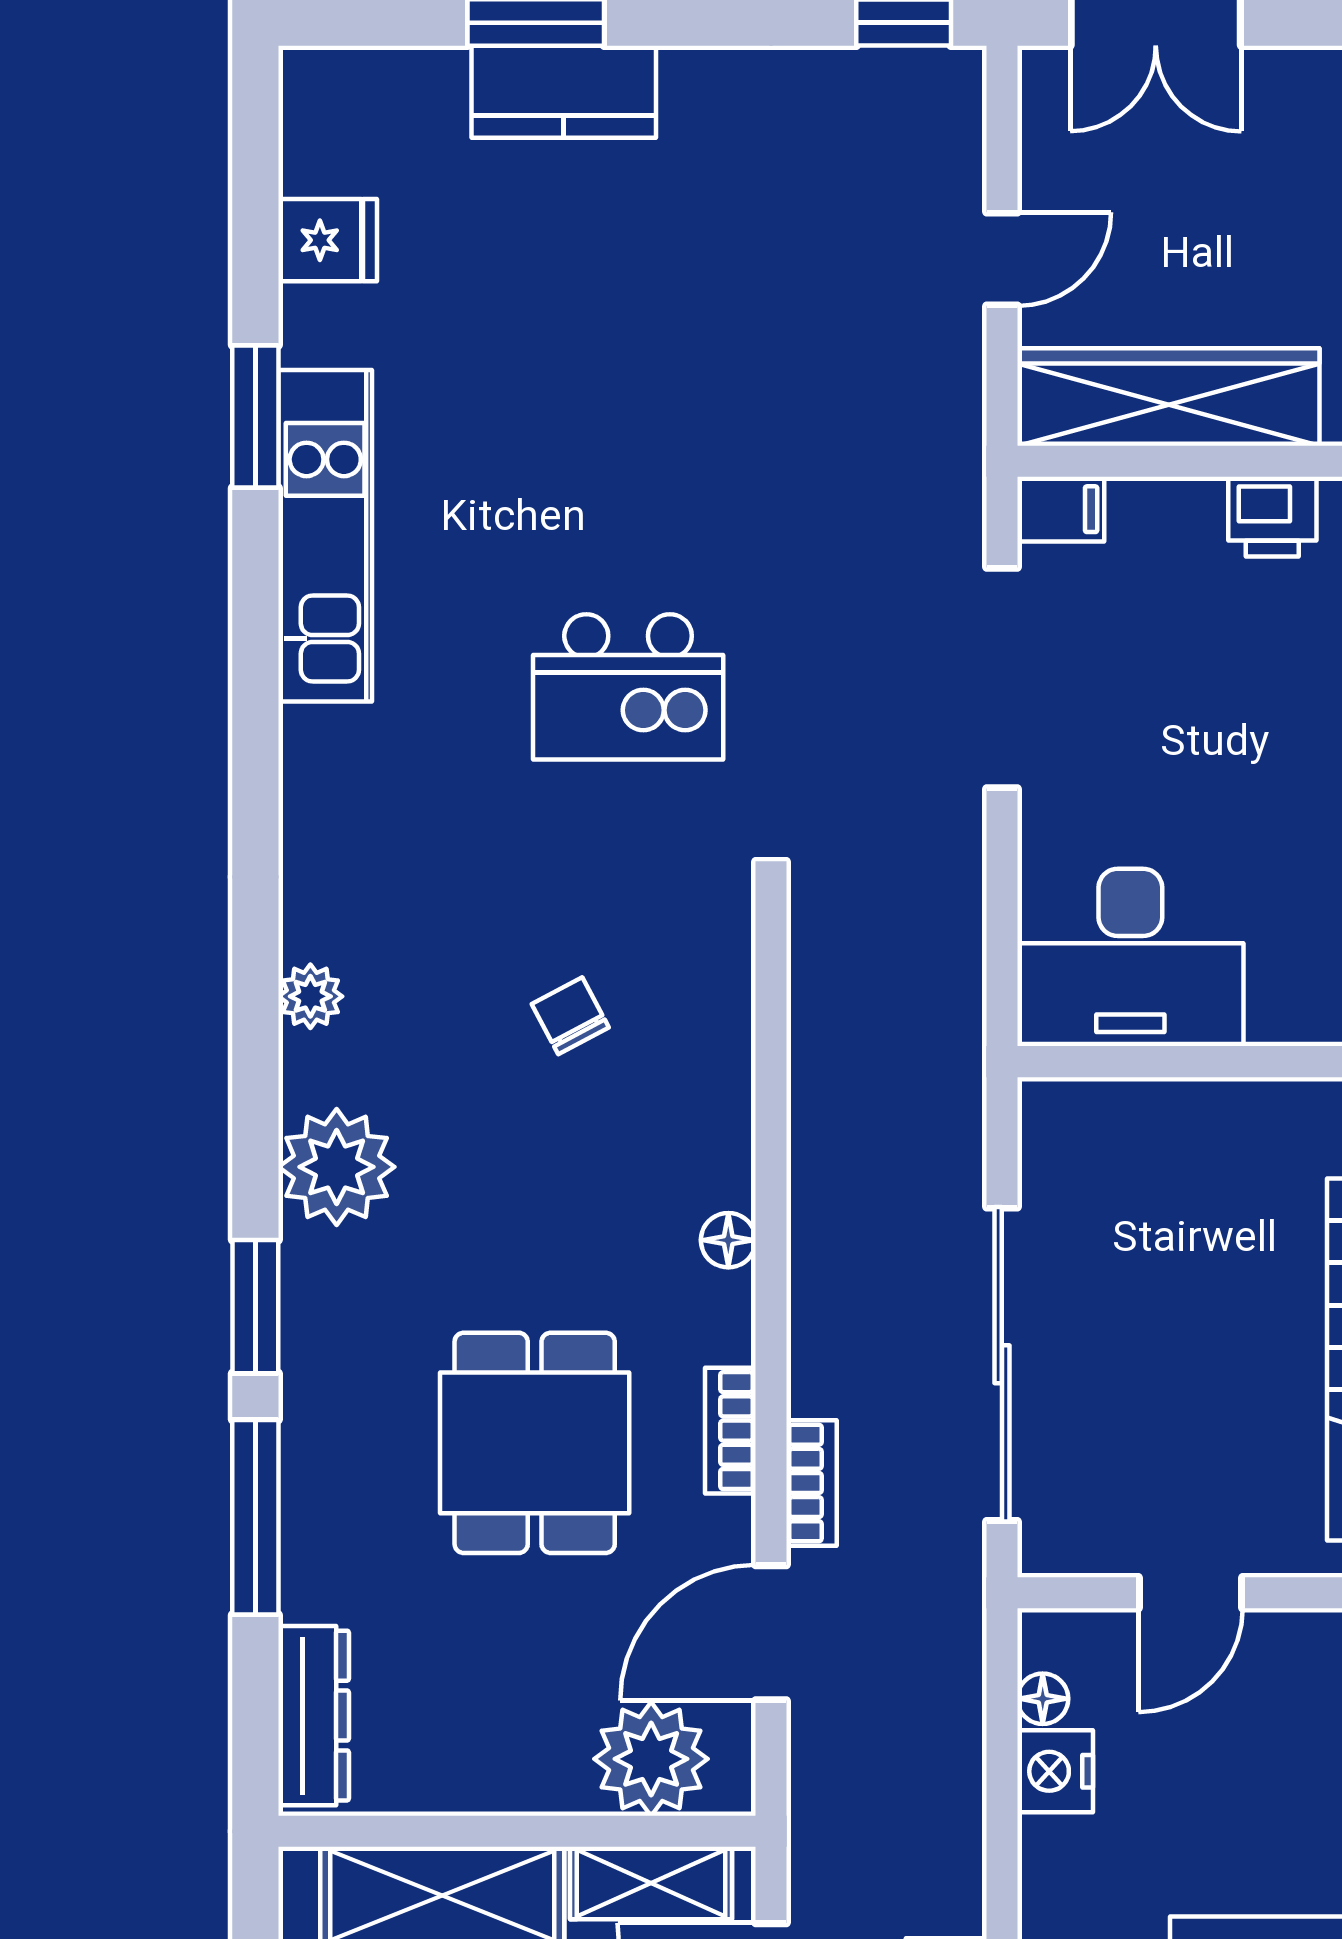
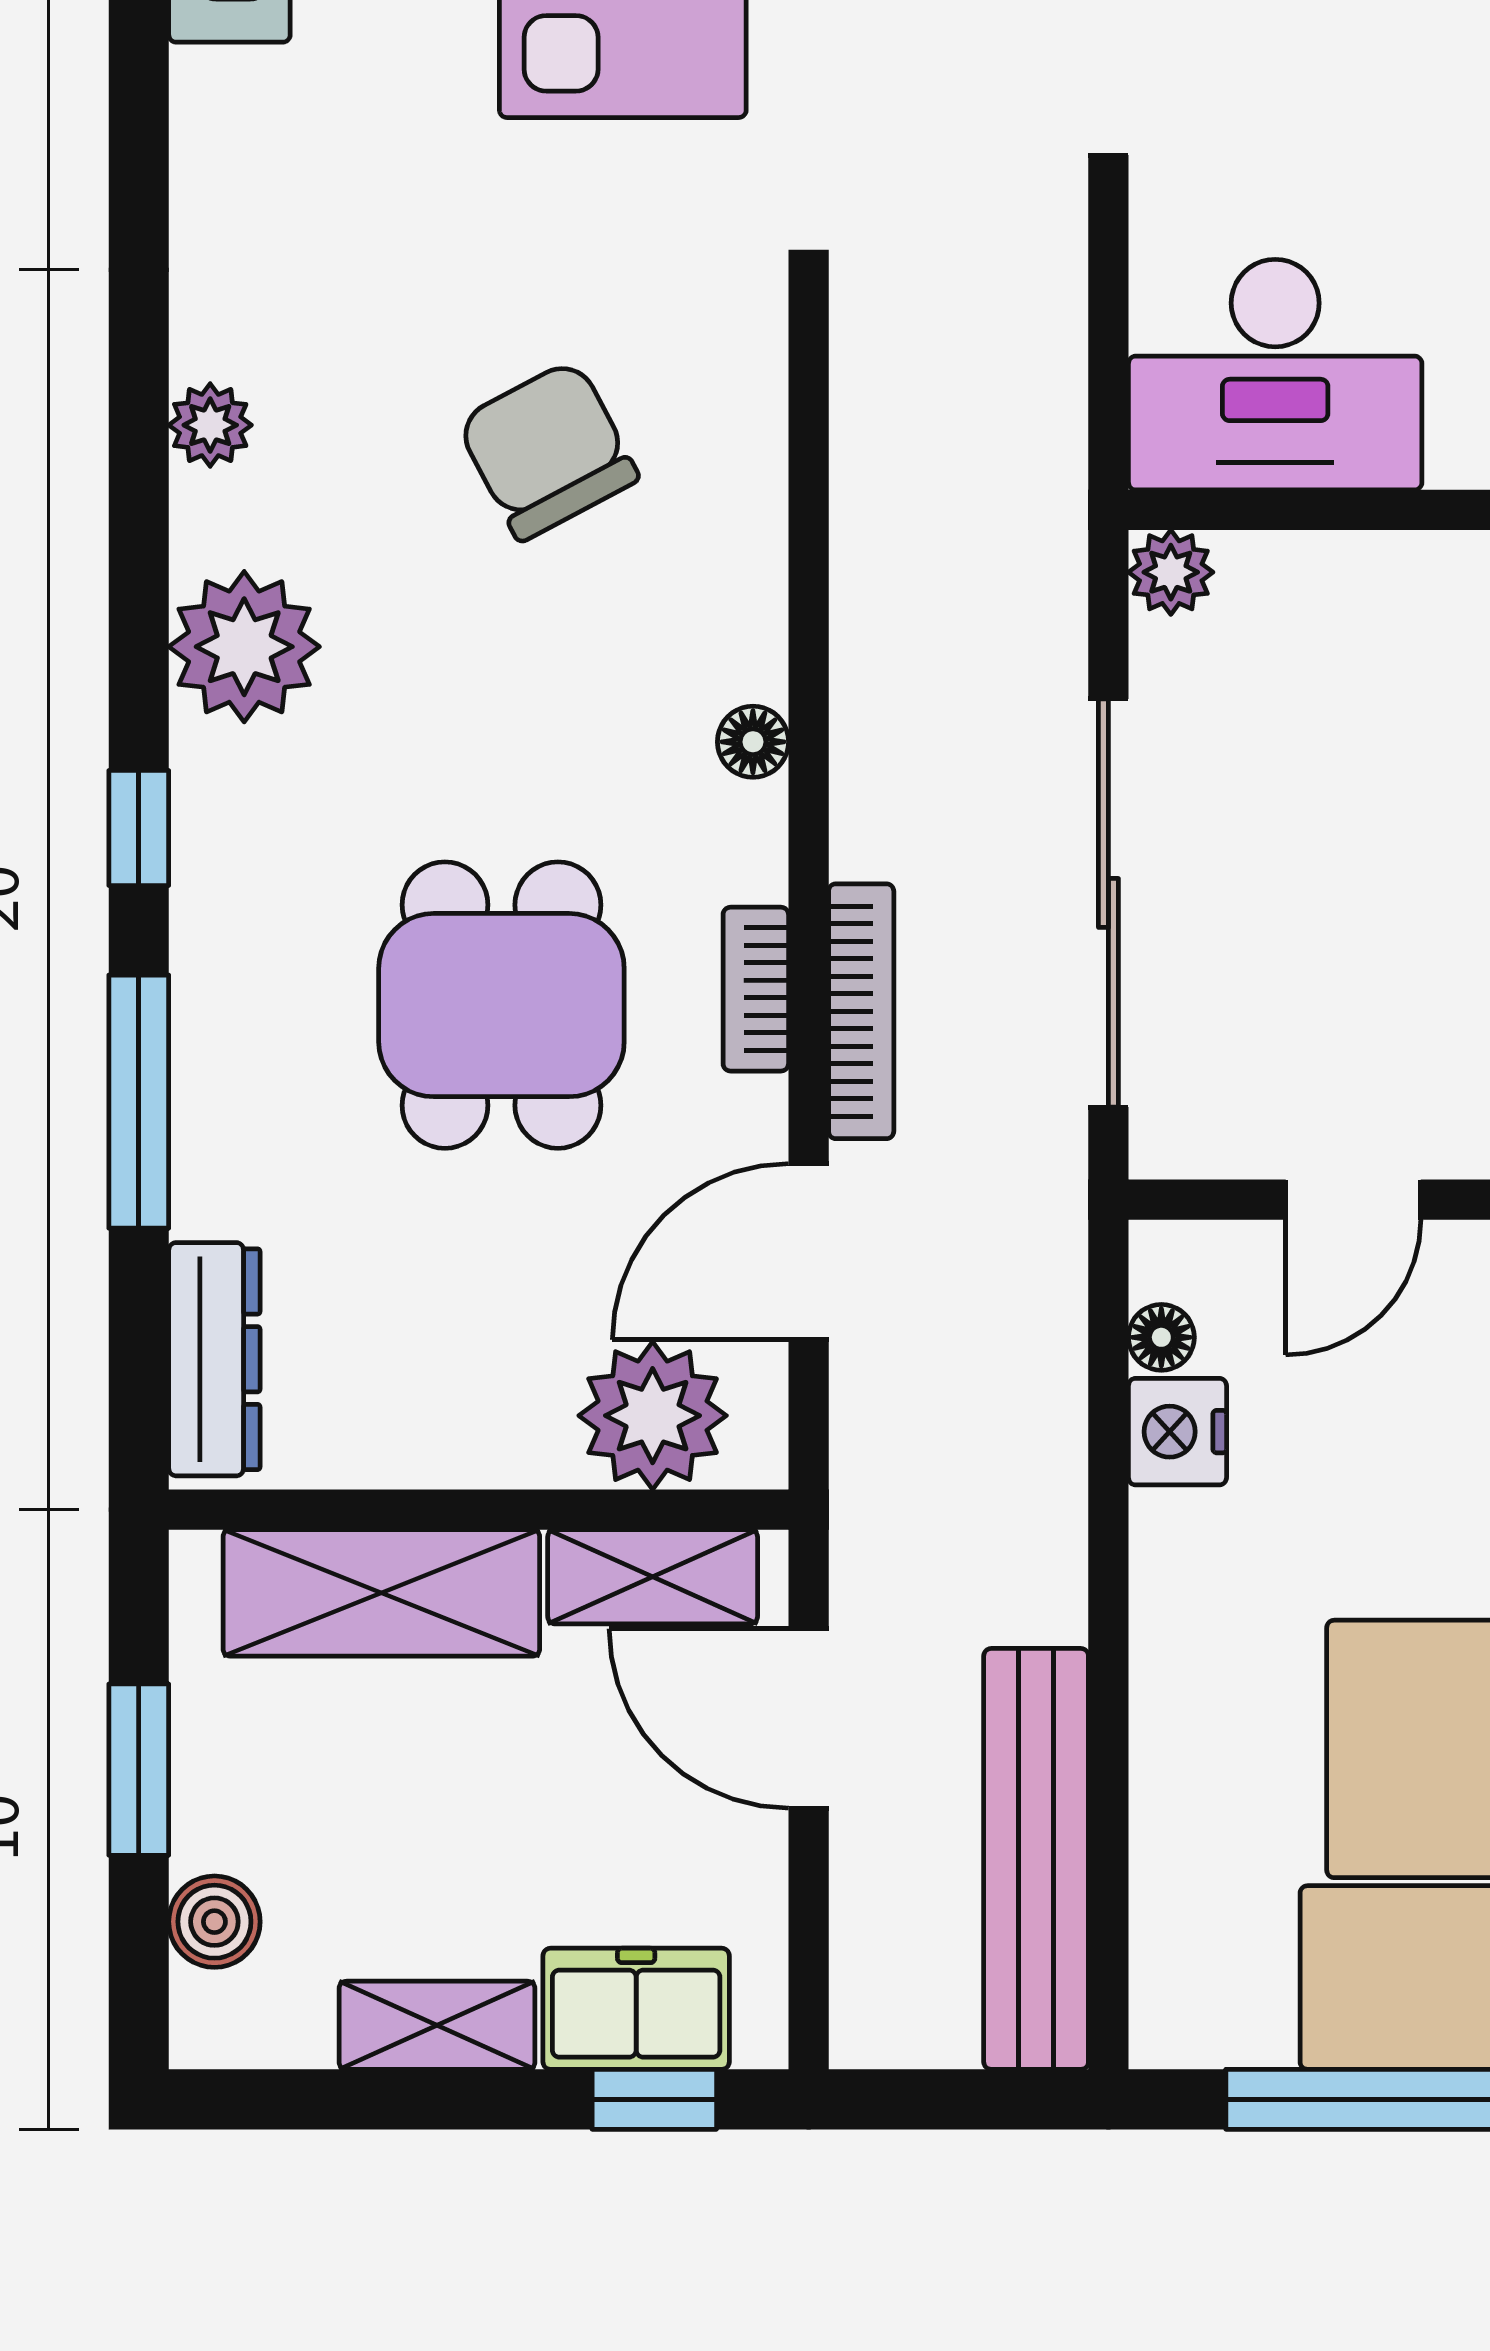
chair: (570, 1016) -> (548, 450), width x1.87, depth x1.87
plant: (1050, 1110) -> (1171, 572), added
window: (255, 1307) -> (139, 828), width x0.67
bookcase: (812, 1483) -> (861, 1011), width x1.56

